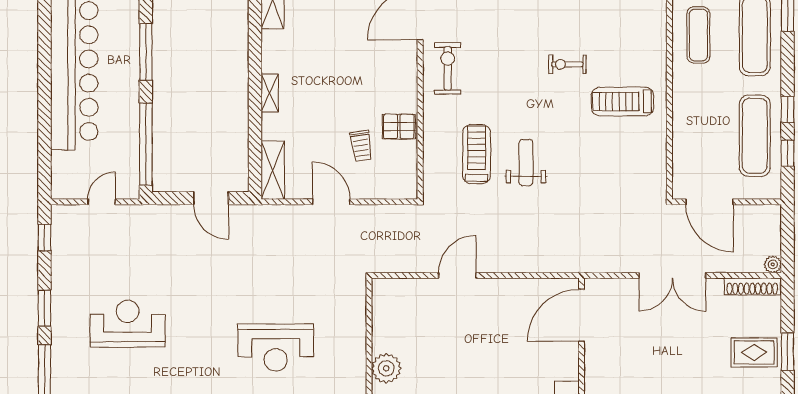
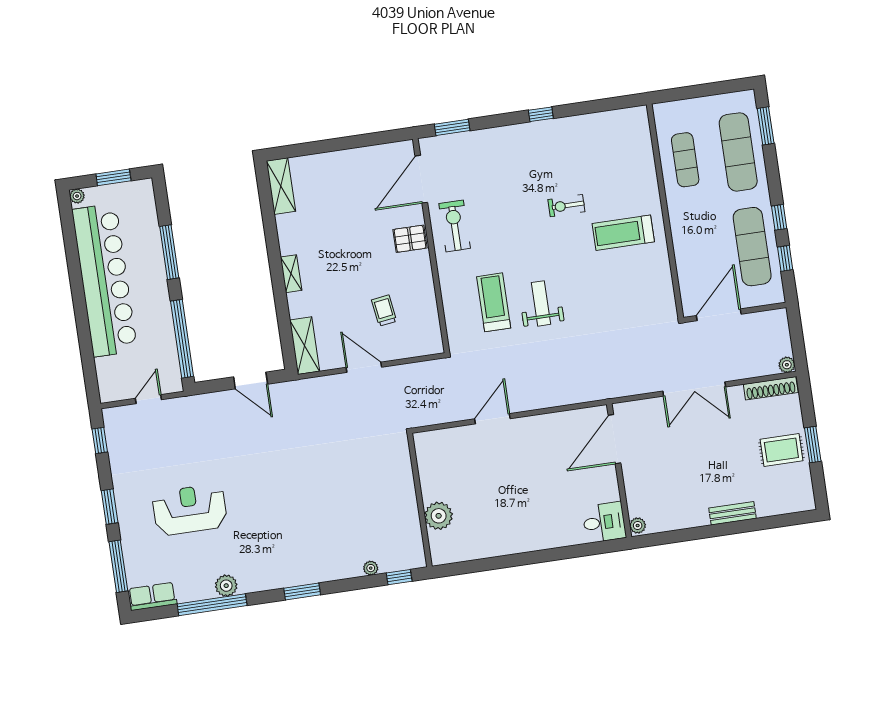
pallet: (399, 127) -> (410, 239), moved
trolley: (361, 146) -> (384, 311), turned 180
door: (709, 202) -> (719, 315), swing flipped
reception desk: (276, 347) -> (332, 512), removed

